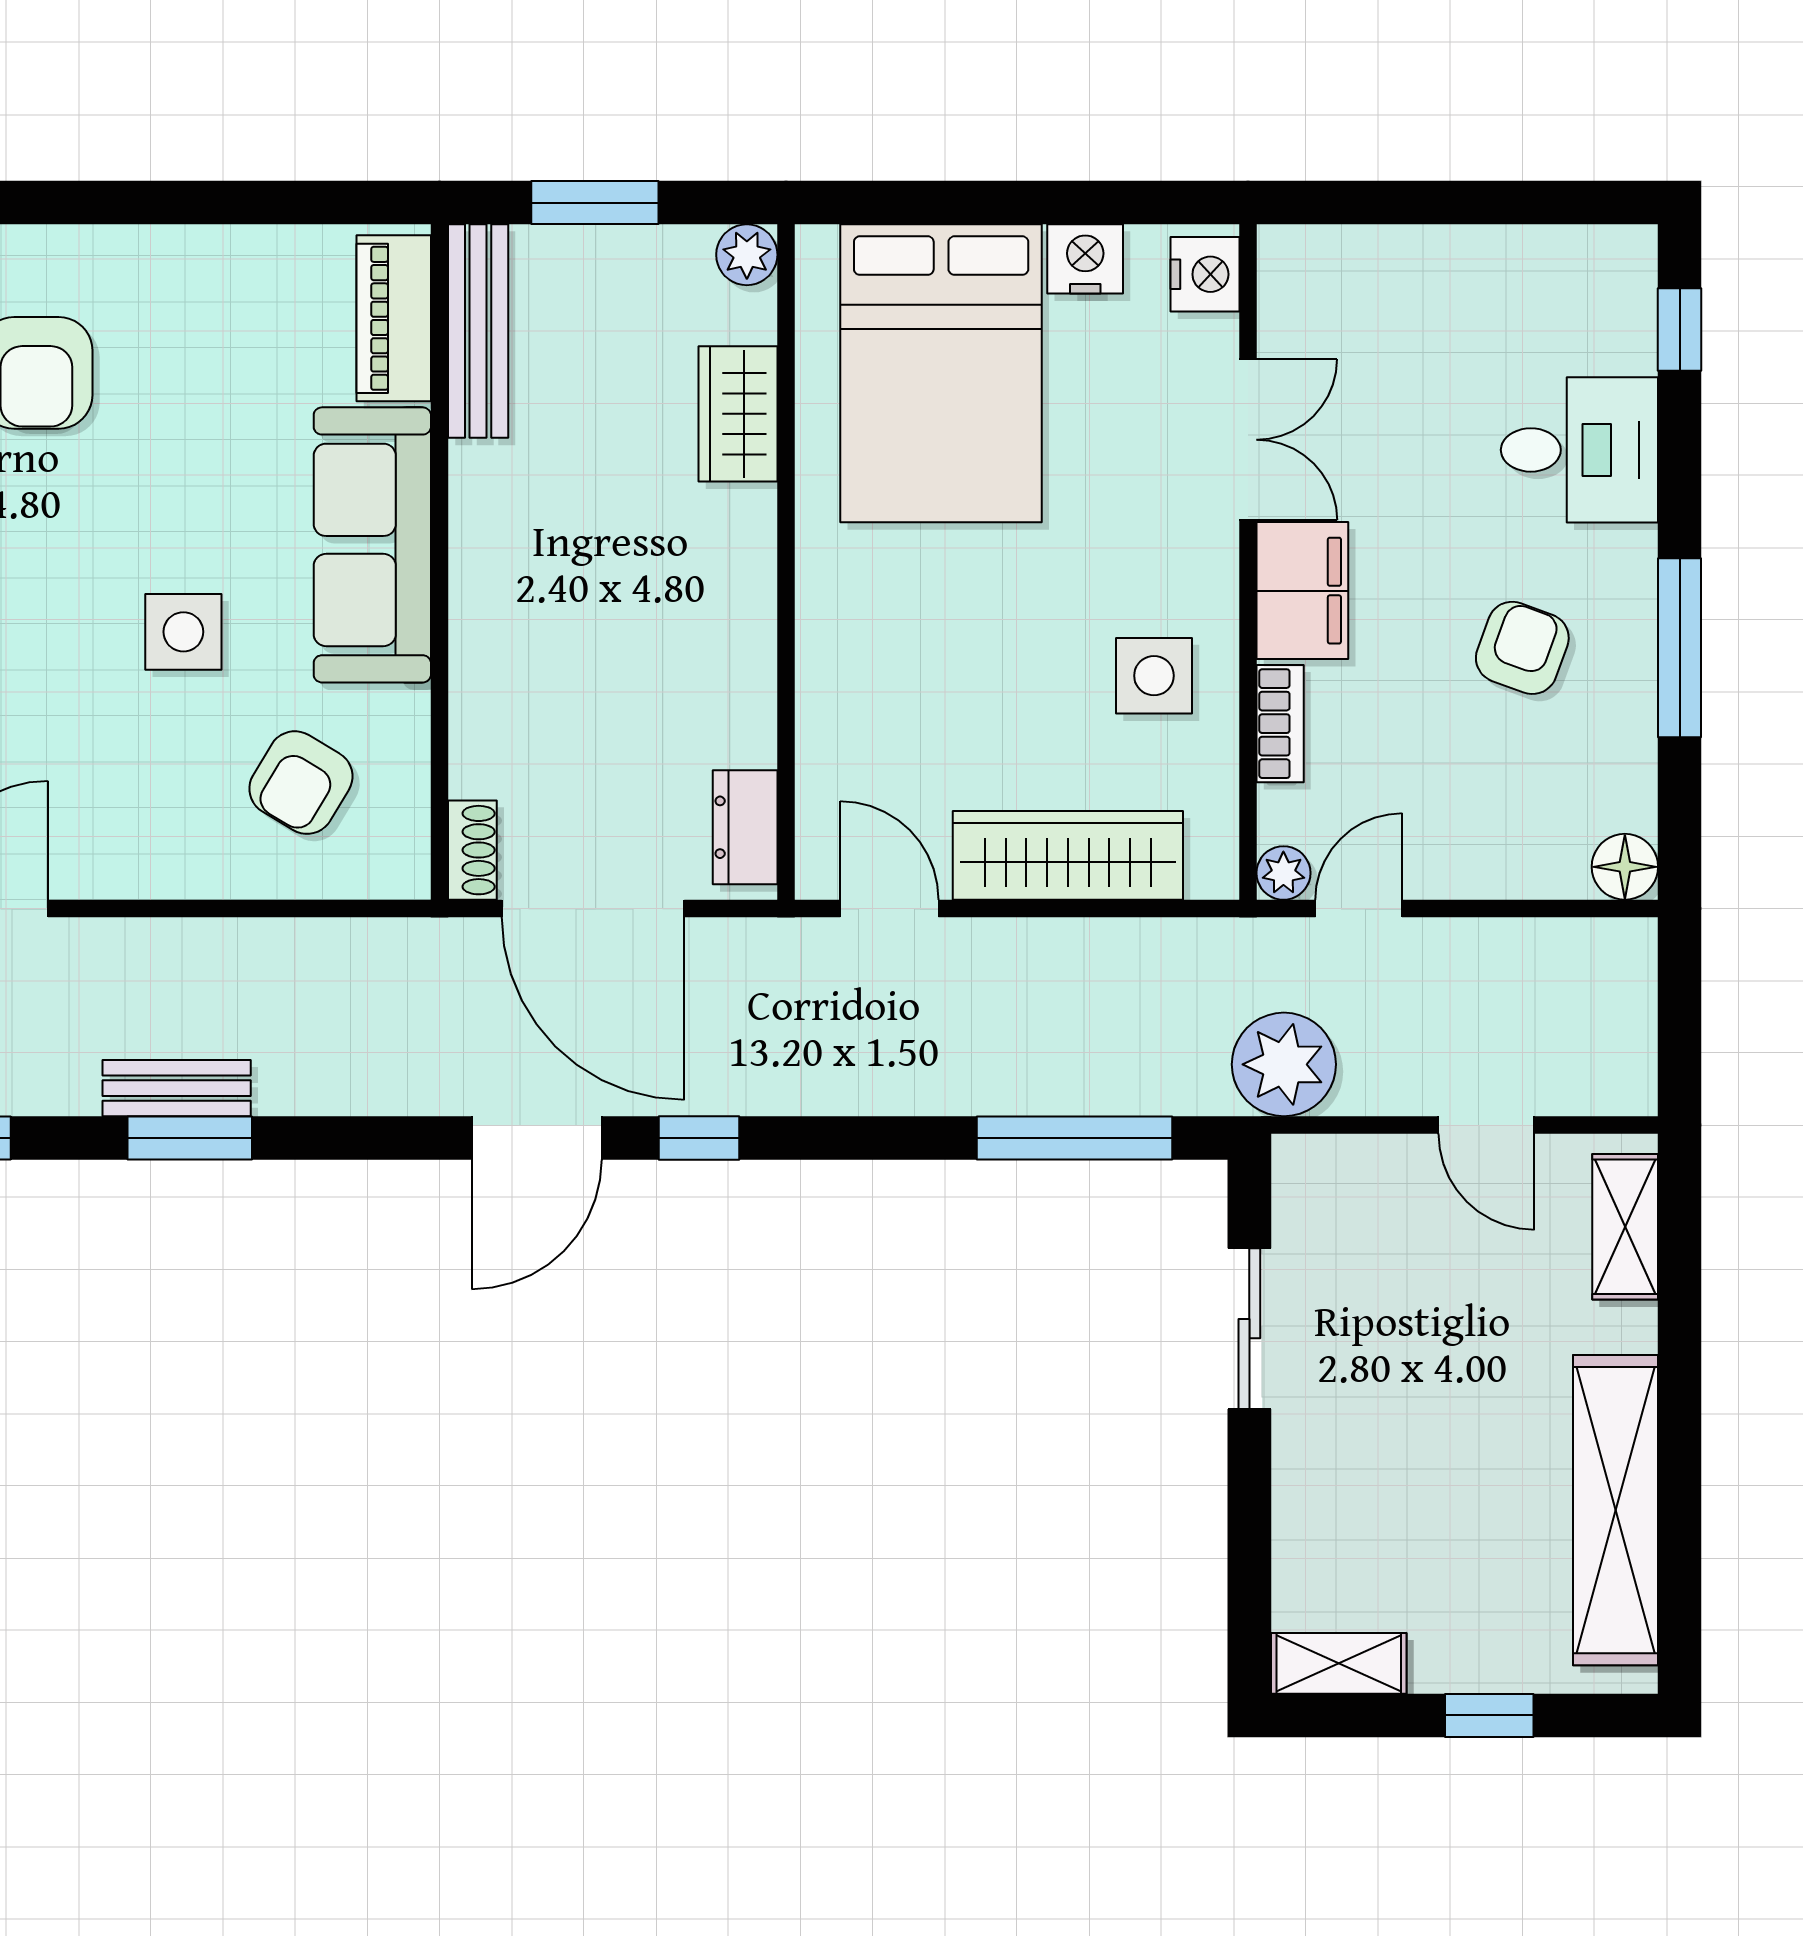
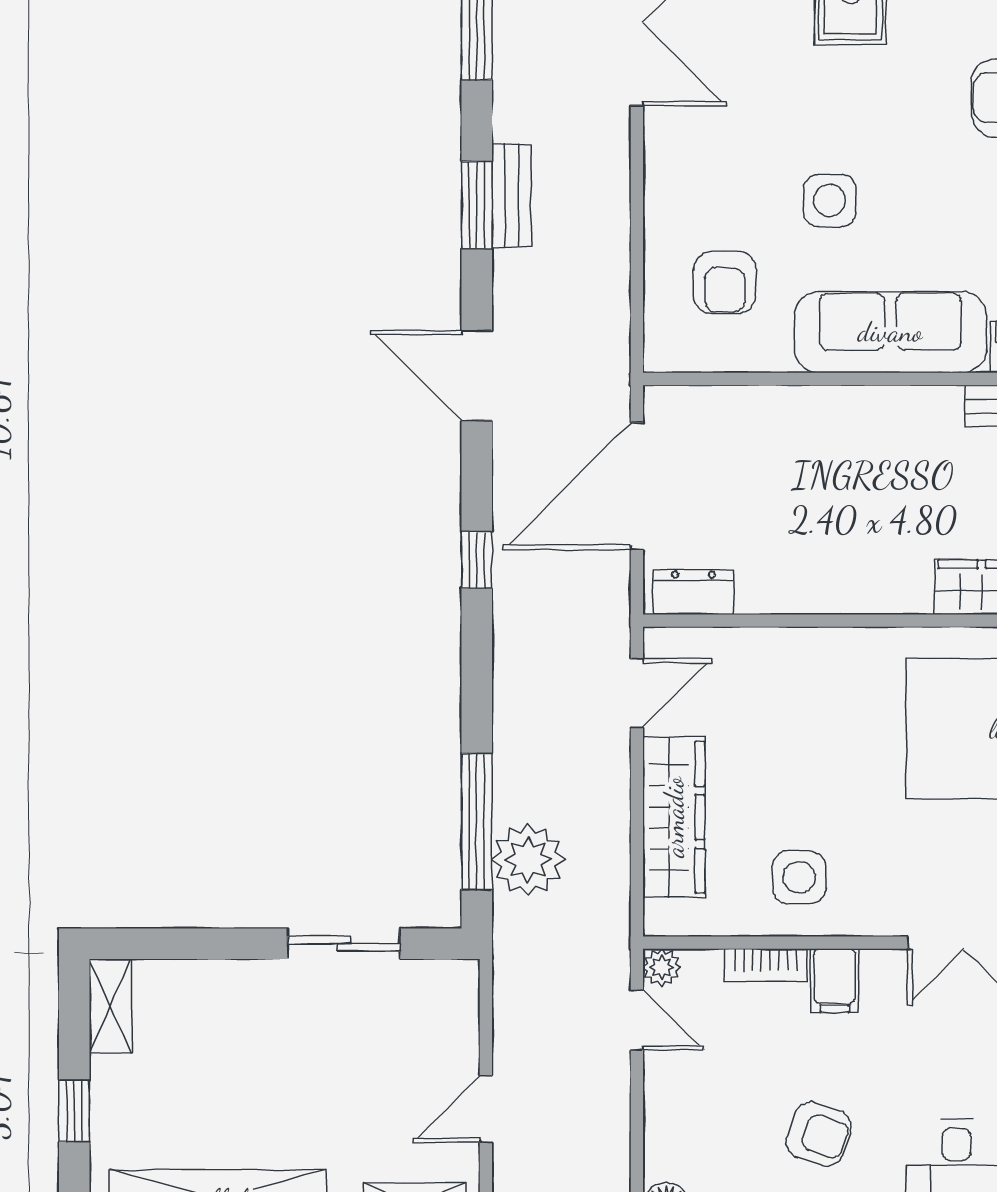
filing cabinet: (1302, 591) -> (835, 981), width x0.50
armchair: (301, 783) -> (725, 282), turned -121
shoe rack: (472, 850) -> (678, 402), removed
plant: (1284, 1064) -> (528, 860), moved
door: (537, 1138) -> (477, 376), moved

